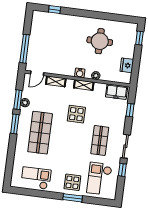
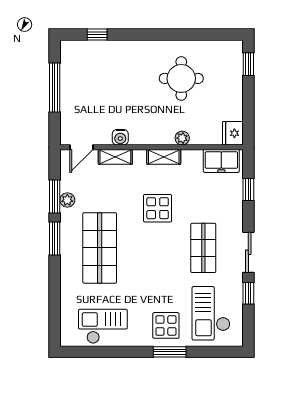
window: (25, 49) -> (55, 88), moved
fridge: (127, 65) -> (233, 133), moved
water cooler: (80, 73) -> (120, 137), moved

